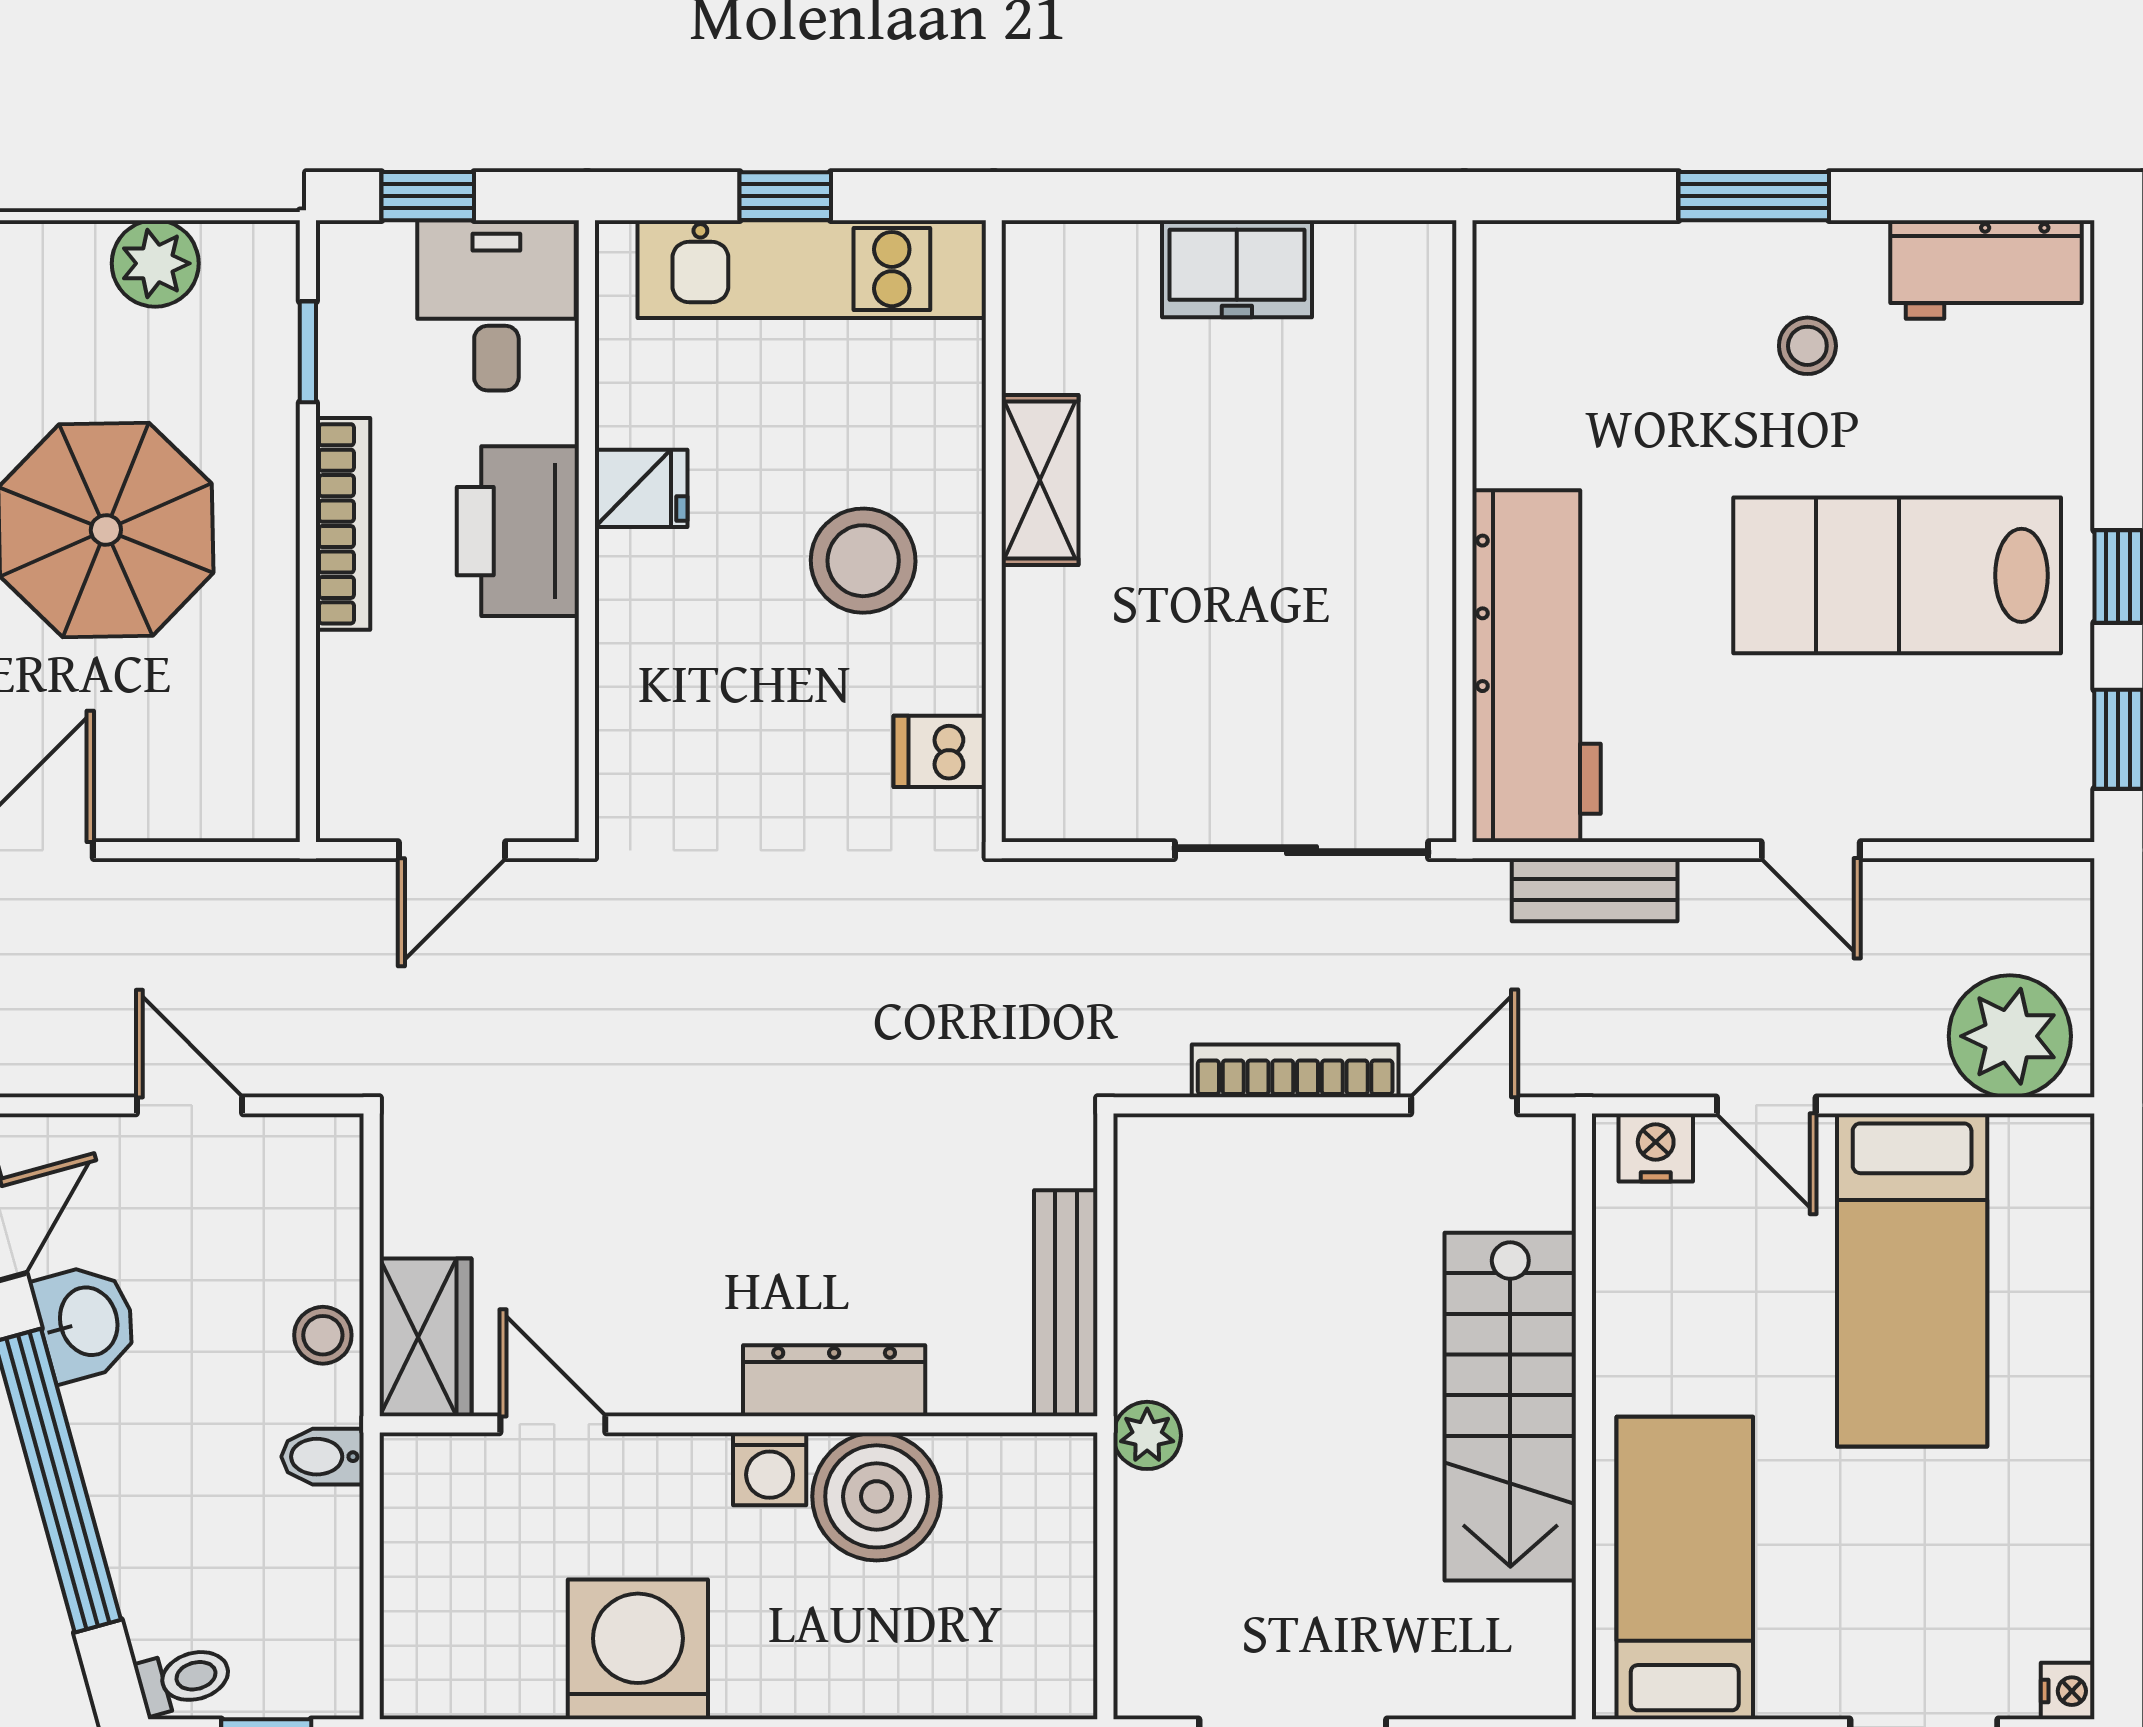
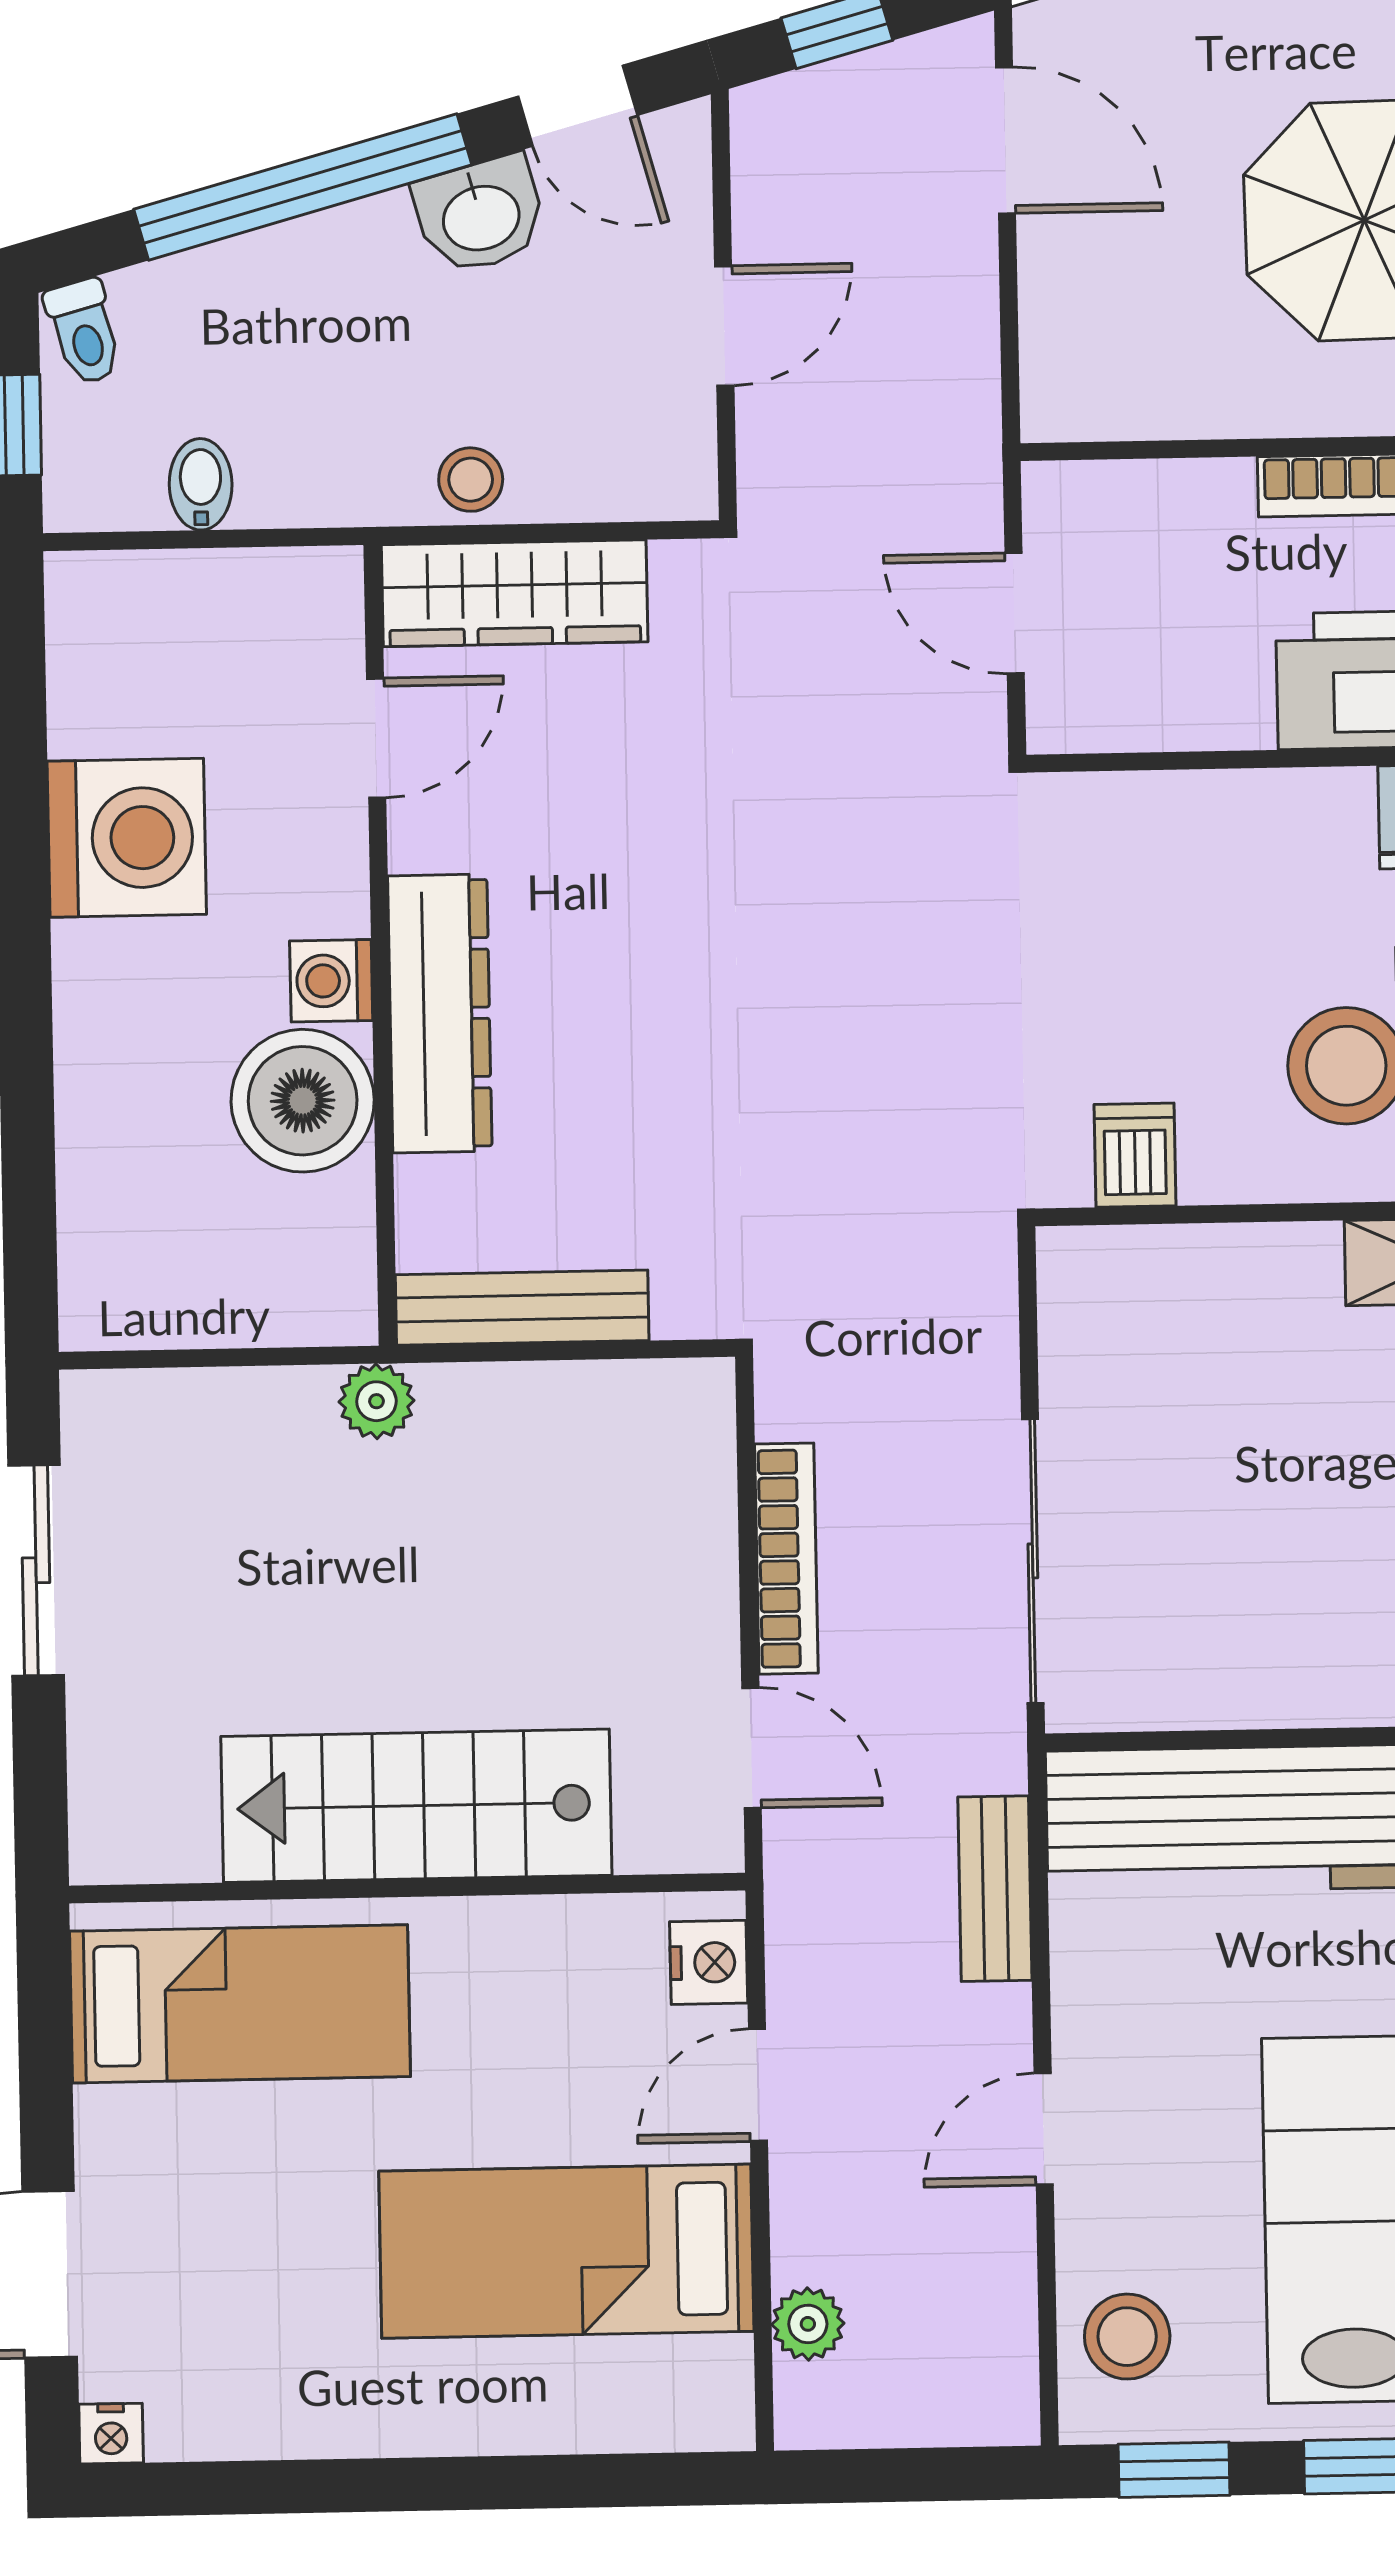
stool: (1998, 779) -> (1127, 2337), added
plant: (2010, 1036) -> (808, 2324), width x0.53, depth x0.53
wardrobe: (425, 1337) -> (515, 593), width x1.50
dresser: (834, 1381) -> (440, 1014), width x1.37, depth x1.24
bidet: (322, 1457) -> (201, 484), moved

